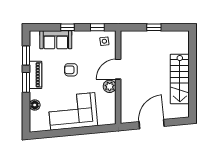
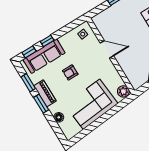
window: (97, 27) -> (29, 52), moved
sofa: (56, 40) -> (44, 56), width x1.36
door: (118, 69) -> (107, 49), swing flipped
plant: (110, 86) -> (123, 91), moved

